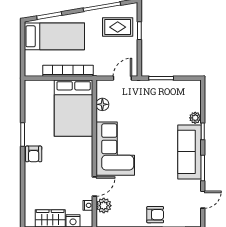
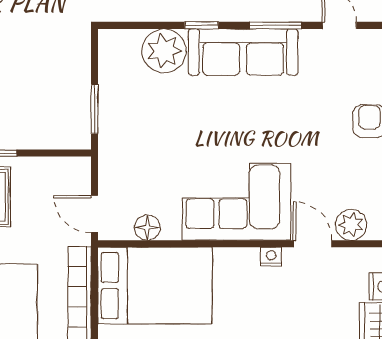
door: (122, 78) -> (94, 214), moved
plant: (195, 118) -> (164, 51), width x1.88, depth x1.88
nightstand: (88, 205) -> (271, 257), moved

